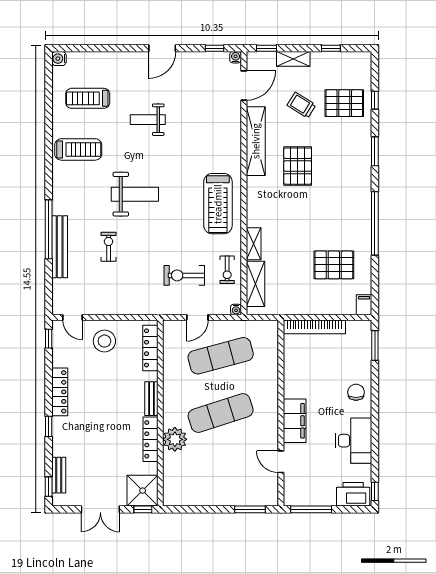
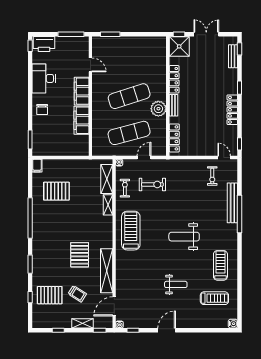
treadmill: (78, 149) -> (220, 265), turned 90
exercise bike: (109, 247) -> (212, 176), moved
bookcase: (314, 327) -> (69, 151), removed
stool: (104, 341) -> (204, 142), removed
filing cabinet: (295, 376) -> (82, 120), added
plant: (175, 439) -> (158, 109), moved

